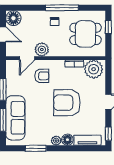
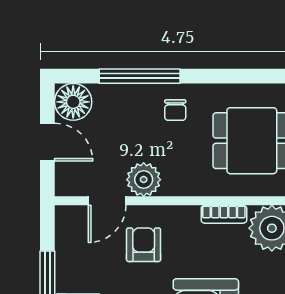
window: (62, 8) -> (140, 76), moved
armchair: (42, 76) -> (144, 245), turned -90

